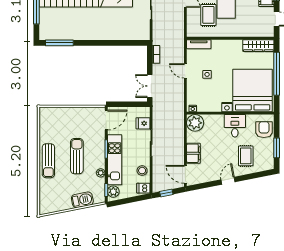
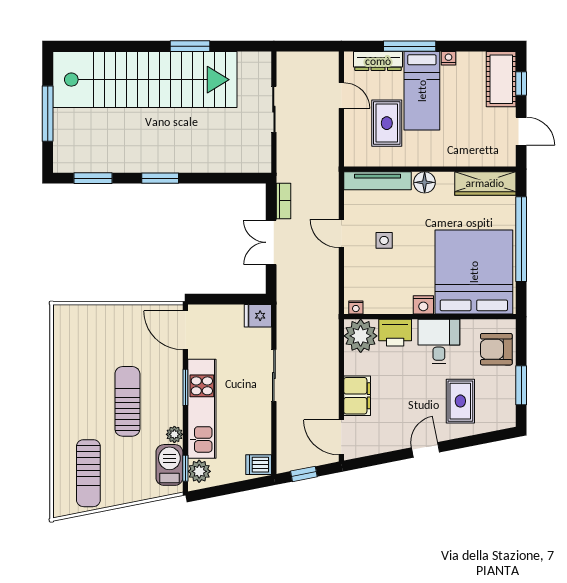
window: (59, 43) -> (93, 178), width x0.69
window: (93, 43) -> (160, 178), added
tv unit: (199, 44) -> (377, 181), width x1.41
floor lamp: (228, 45) -> (425, 182), added
double door: (150, 86) -> (271, 242), moved
door: (106, 120) -> (185, 330), swing flipped
printer: (213, 121) -> (395, 333), added
fridge: (143, 123) -> (258, 316), moved
armchair: (264, 130) -> (496, 349), turned -90
sun lounger: (48, 161) -> (88, 473), moved
stool: (142, 171) -> (256, 430), removed
barbecue: (82, 200) -> (169, 465), moved, turned -79

